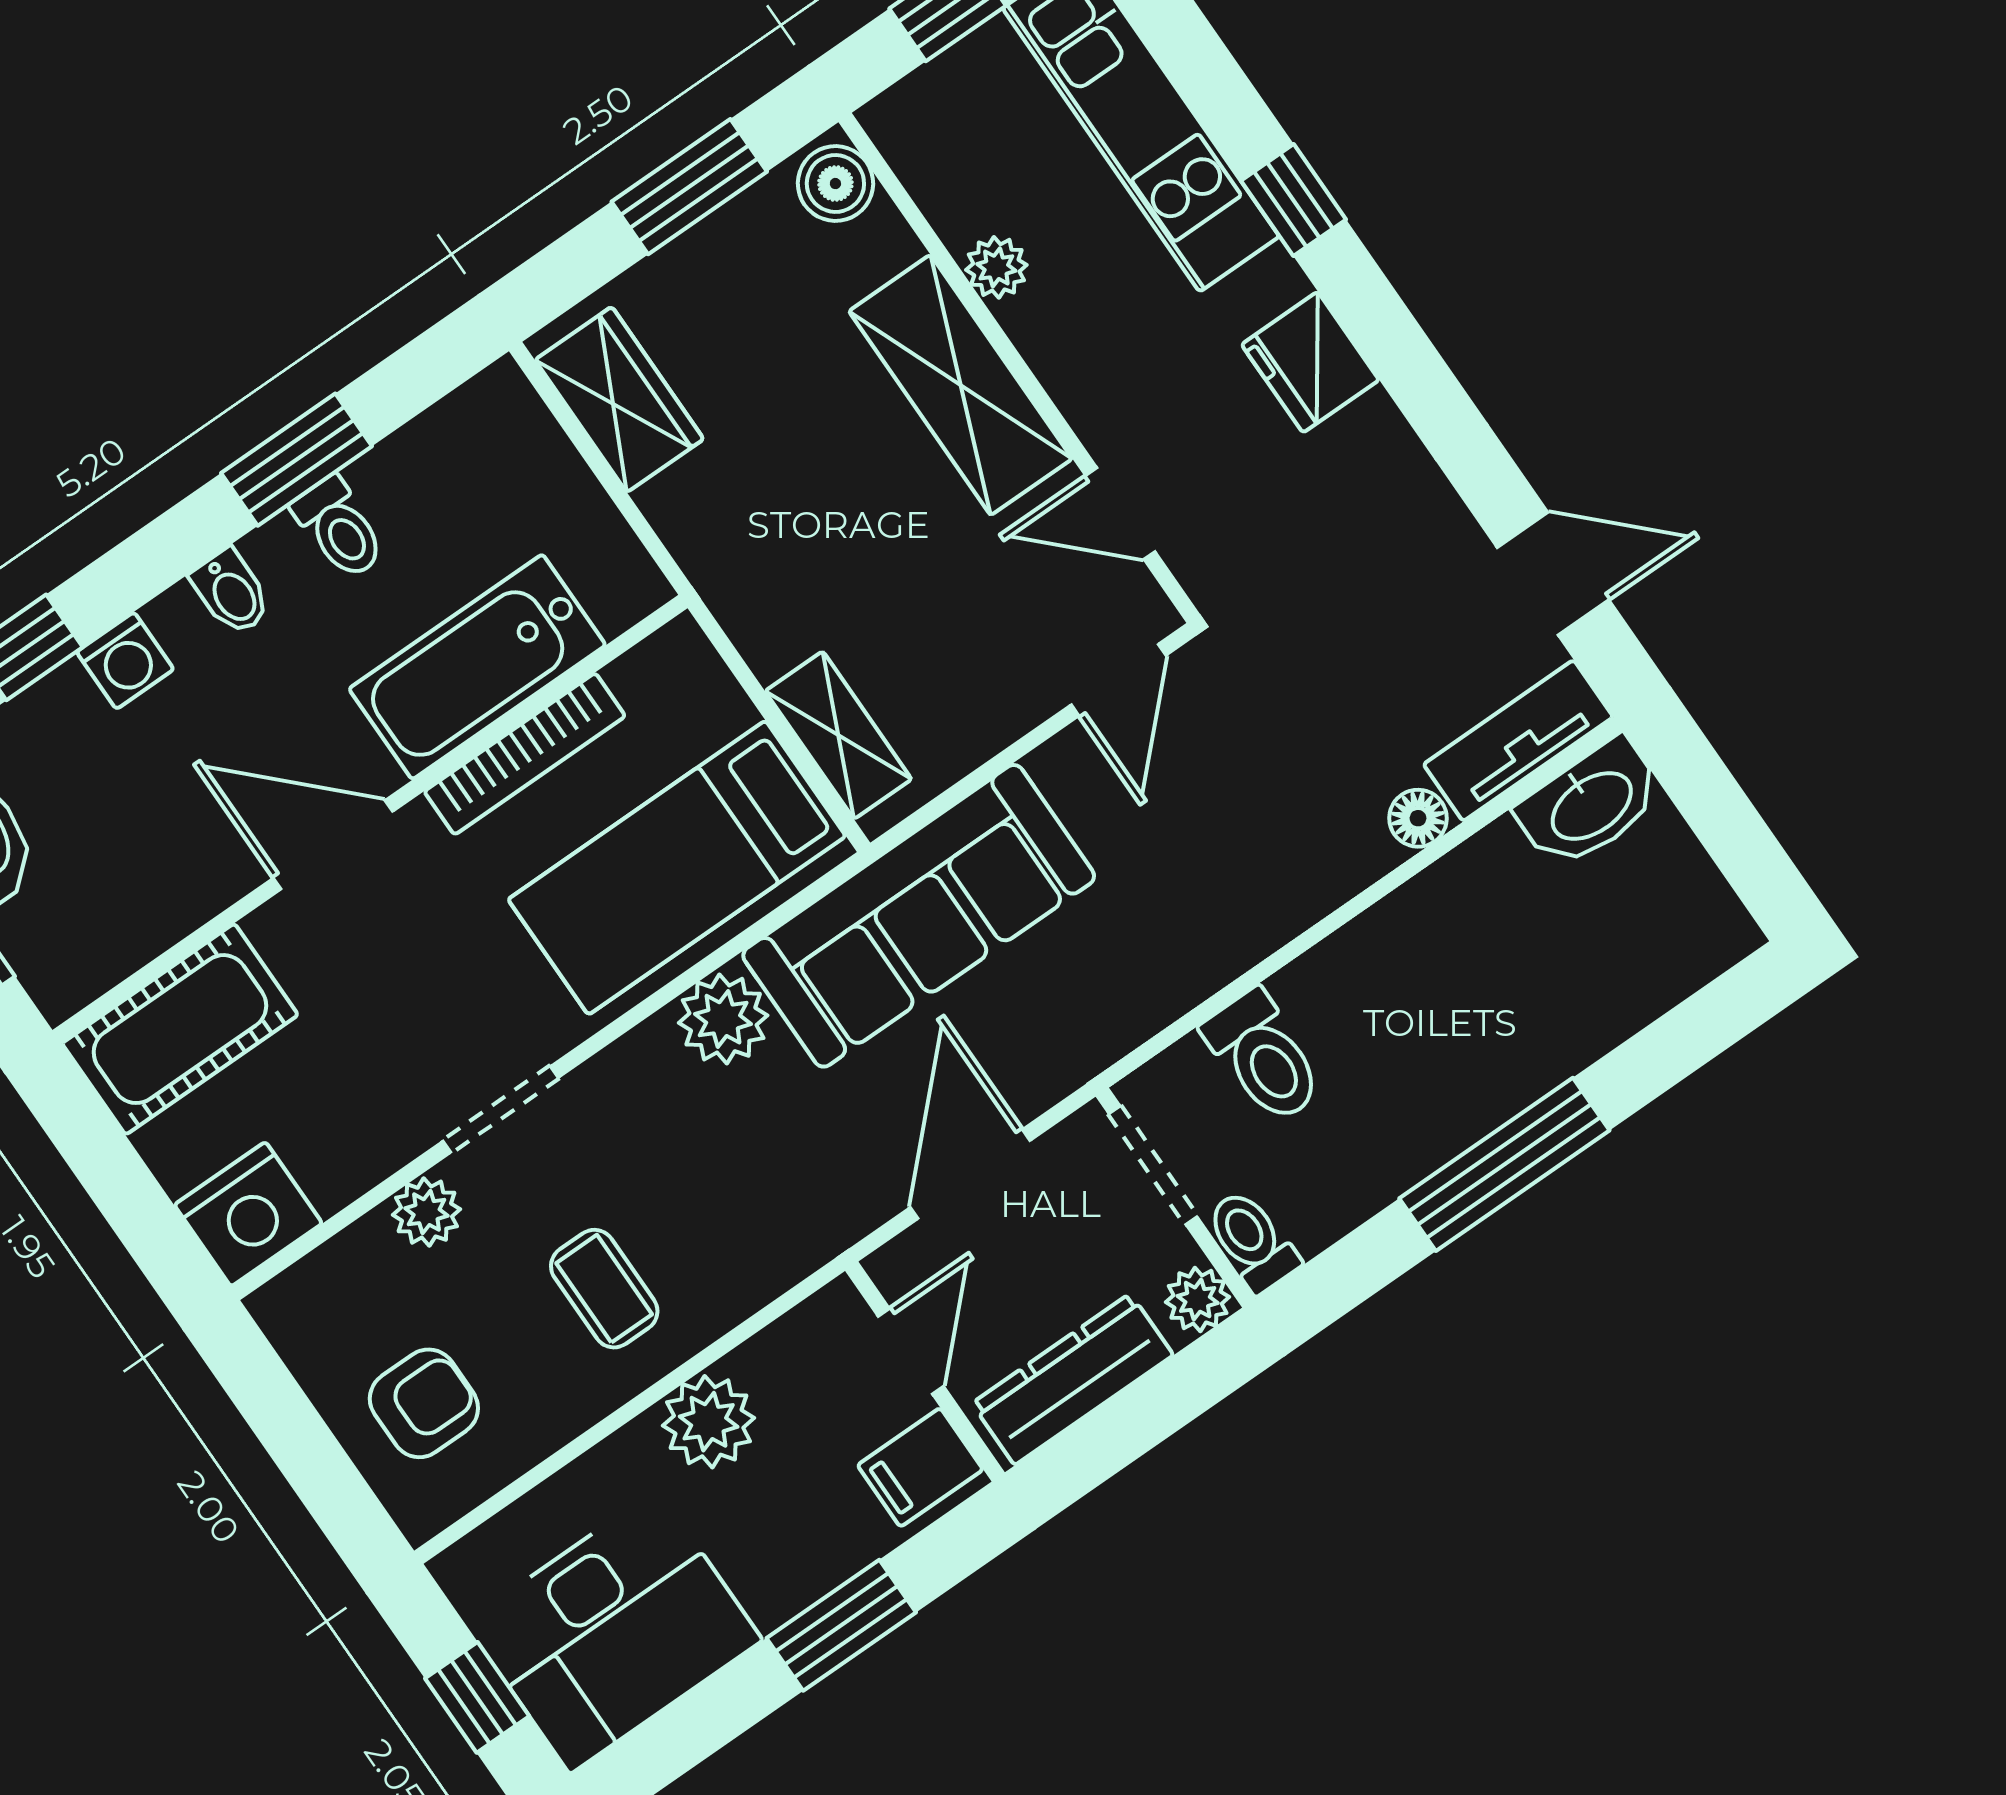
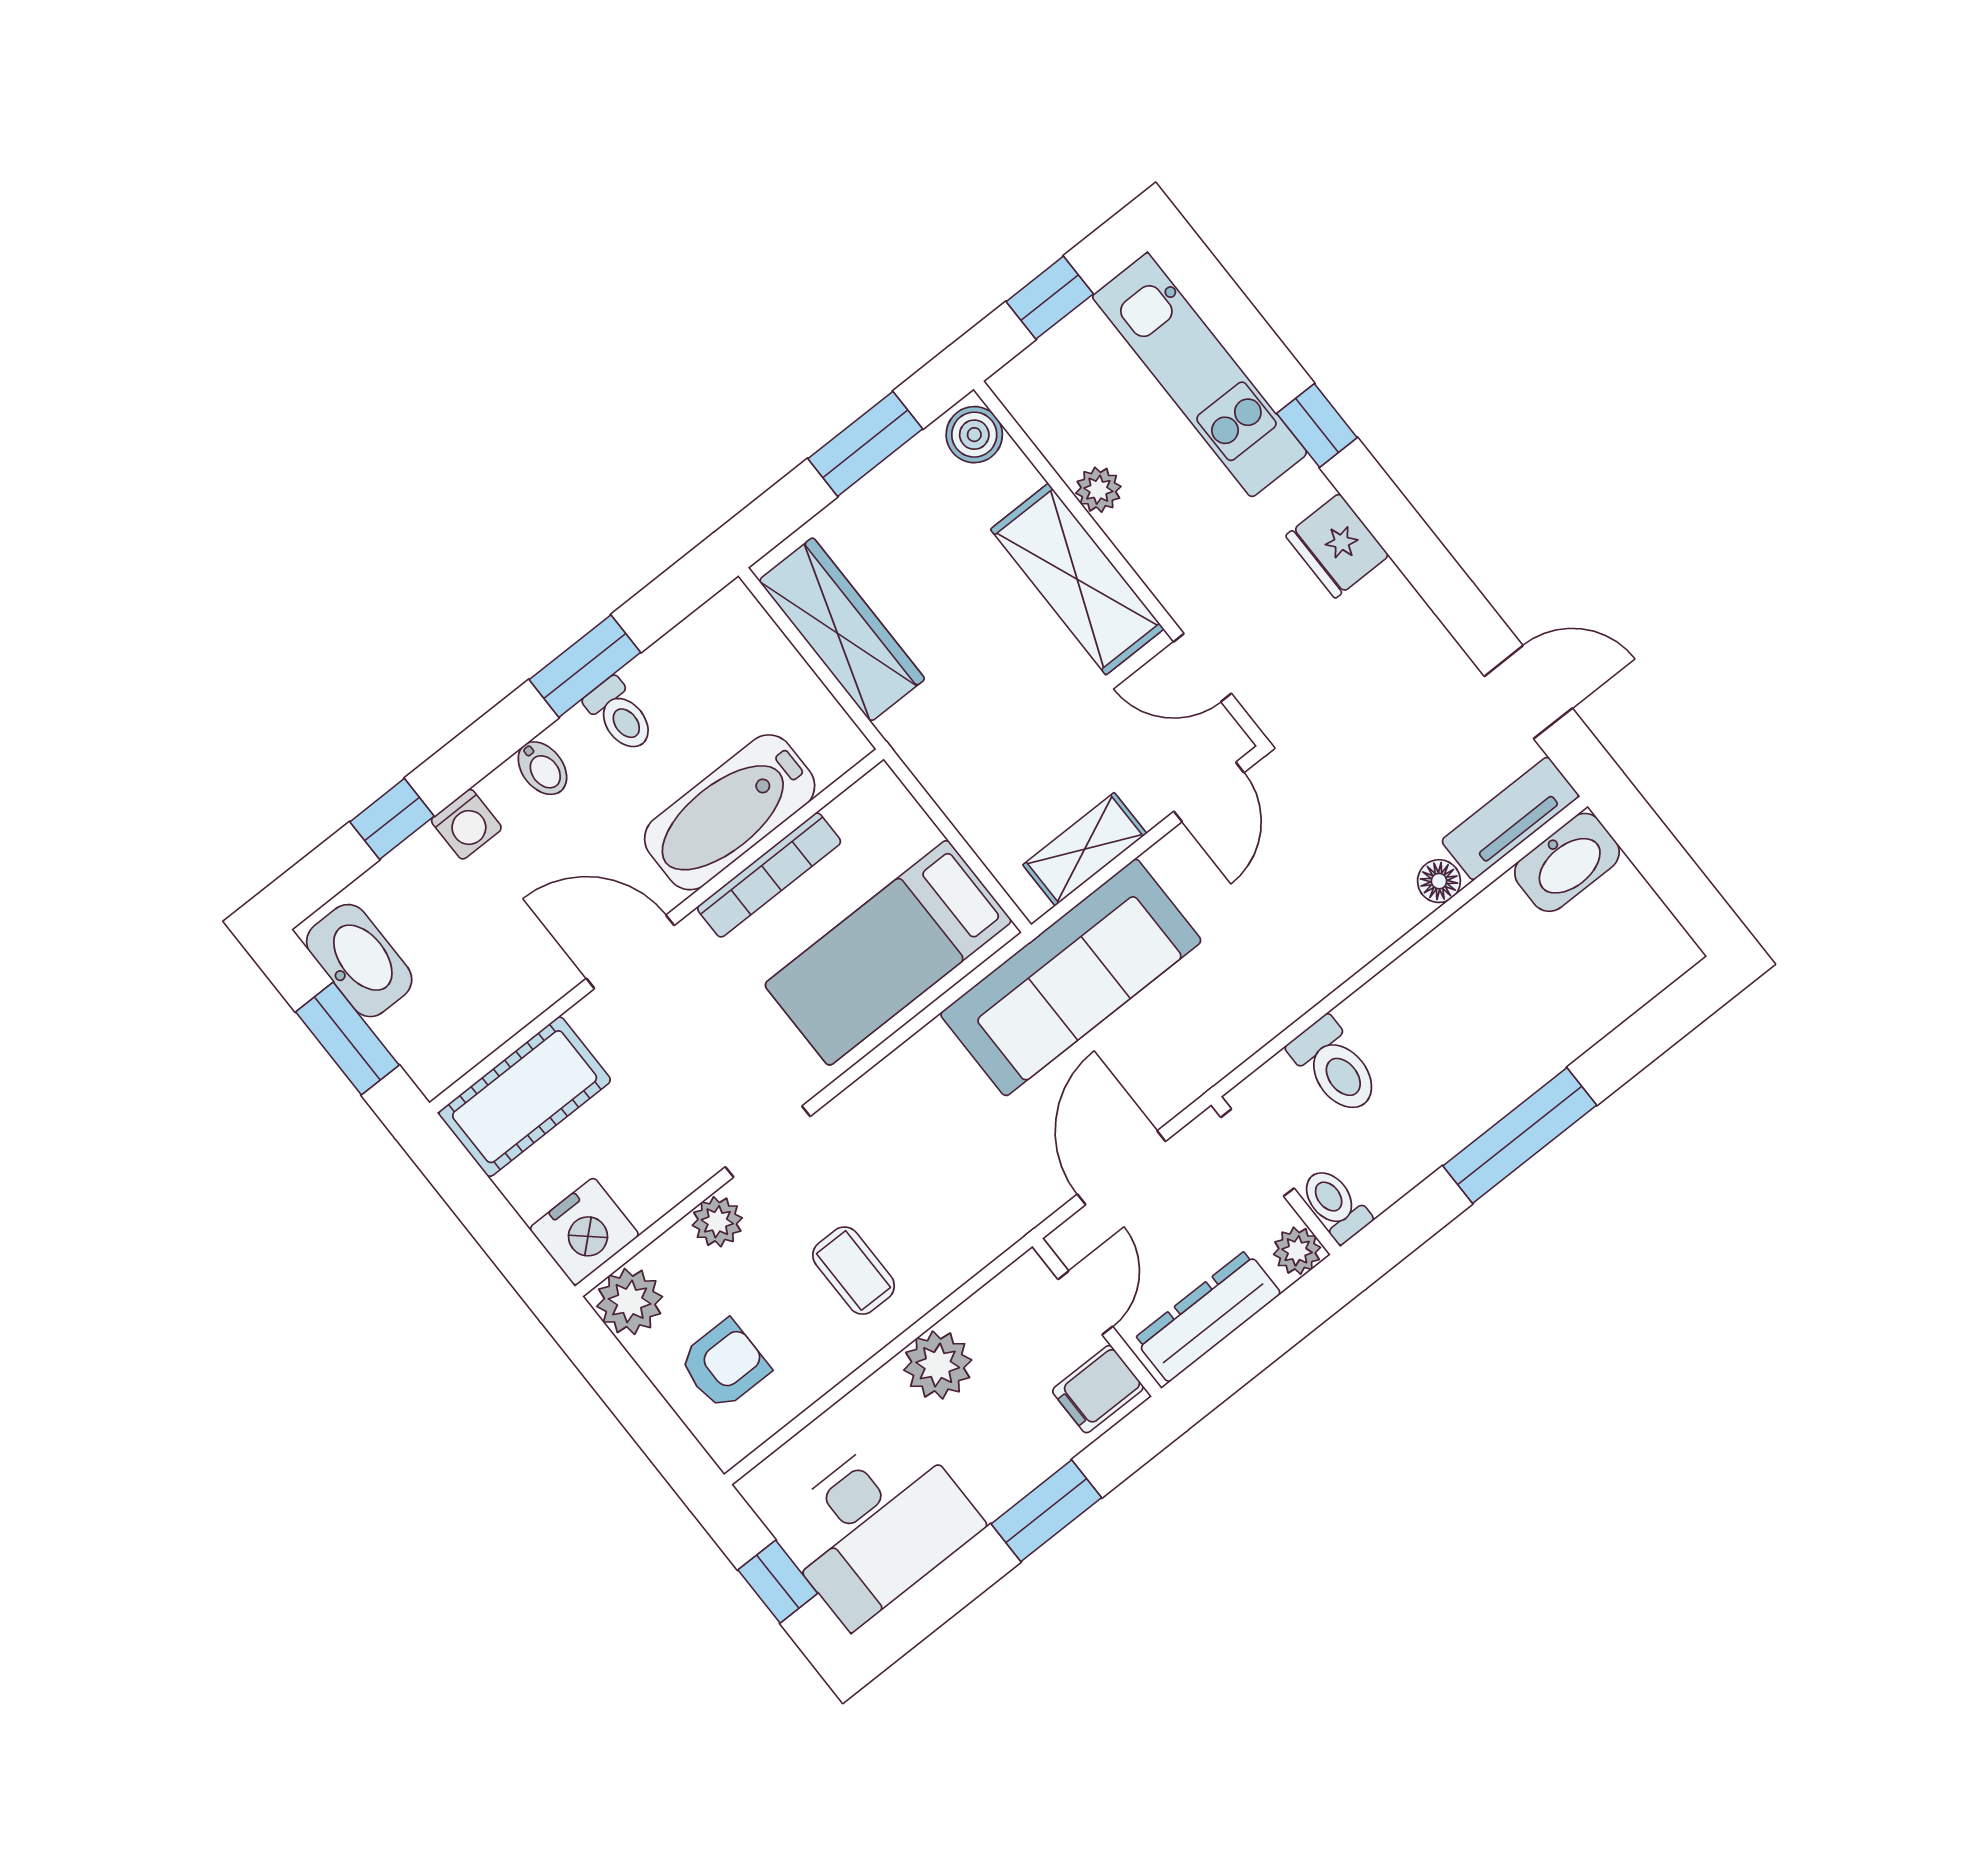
wardrobe: (619, 399) -> (842, 630), width x1.50
shelving: (838, 735) -> (1085, 849), moved, turned 90
plant: (723, 1019) -> (630, 1301), moved

